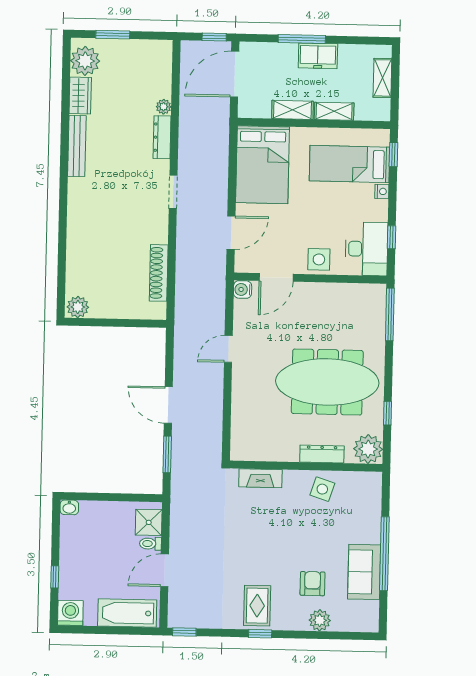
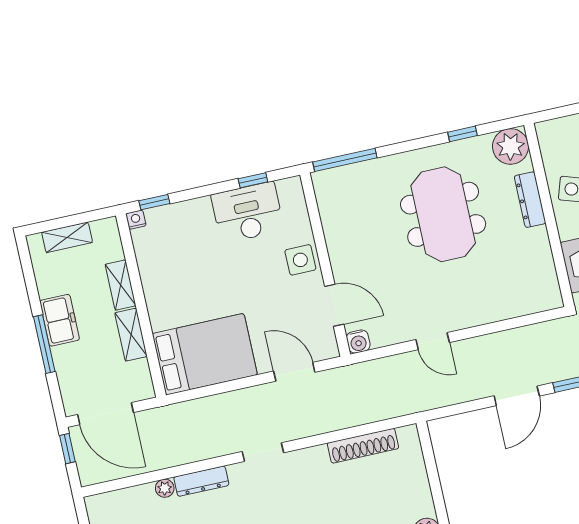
bed: (350, 164) -> (178, 251), removed
nightstand: (382, 191) -> (136, 220), moved
desk: (366, 249) -> (248, 213), moved
meeting table: (327, 382) -> (443, 214), width x0.73

